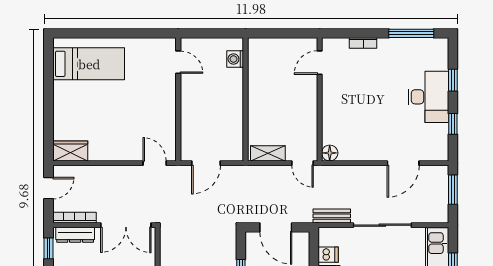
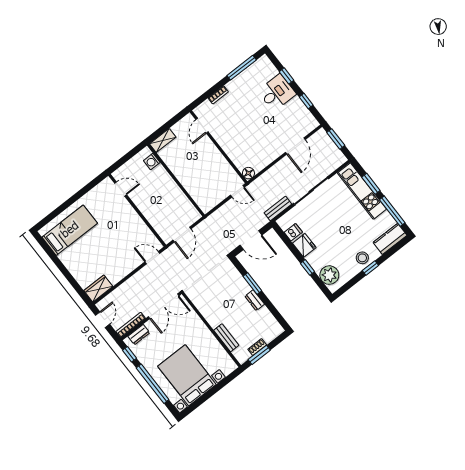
desk: (428, 97) -> (277, 93), width x0.73
shelving: (268, 153) -> (163, 140), moved
dresser: (75, 235) -> (139, 335), width x0.70

